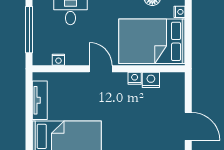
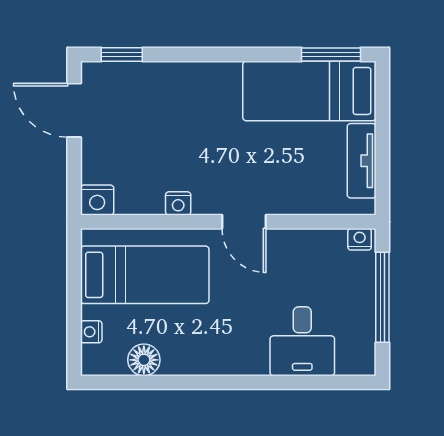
bed: (152, 41) -> (145, 275), width x0.67
nightstand: (58, 60) -> (360, 239), moved
nightstand: (151, 80) -> (97, 200), moved

